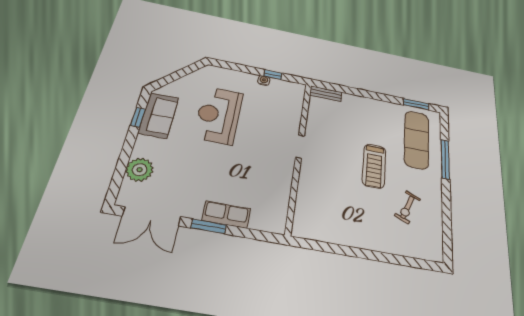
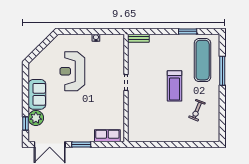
window: (273, 75) -> (101, 31), removed
window: (416, 104) -> (188, 31), moved
sofa: (158, 115) -> (37, 94), moved
window: (138, 117) -> (26, 124), moved
row of seats: (226, 215) -> (107, 136), moved

